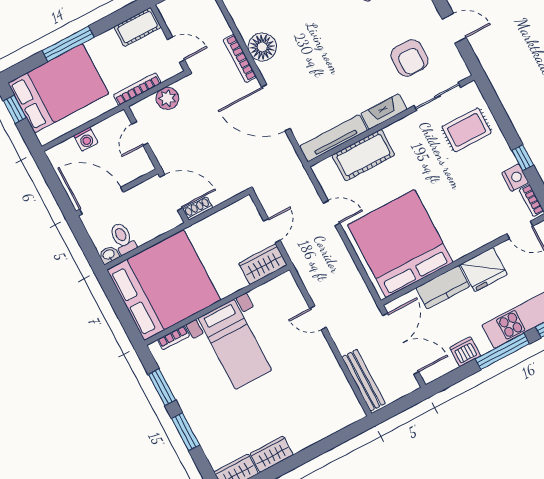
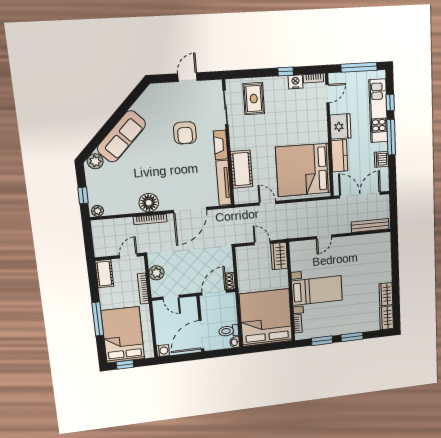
armchair: (409, 58) -> (185, 133), moved, turned 90
washing machine: (86, 139) -> (163, 351), moved
door: (332, 213) -> (267, 203), hinge flipped

